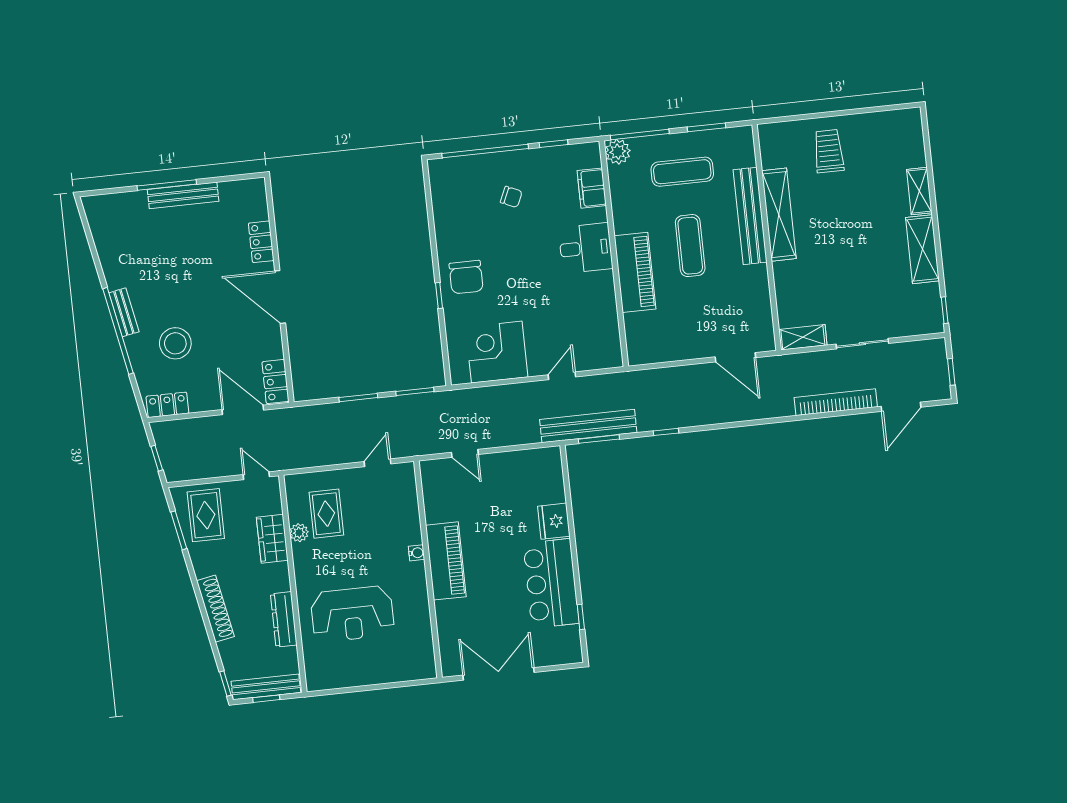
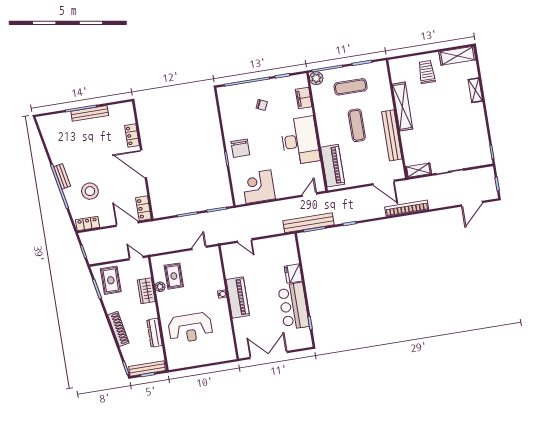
bench: (750, 216) -> (392, 135), moved
desk: (586, 248) -> (300, 141), width x1.87, depth x1.30
shelving: (922, 249) -> (457, 56), moved, turned 90
piano: (635, 272) -> (333, 166), moved
door: (562, 376) -> (309, 195), moved
bookcase: (836, 402) -> (407, 208), moved

